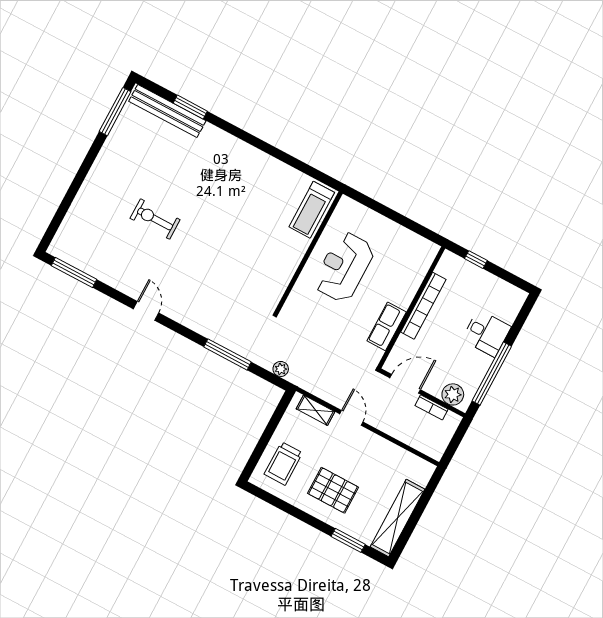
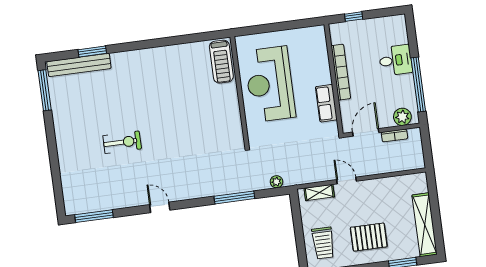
exercise bike: (155, 219) -> (122, 142), turned 180
reception desk: (344, 267) -> (270, 84), width x1.36, depth x1.30

